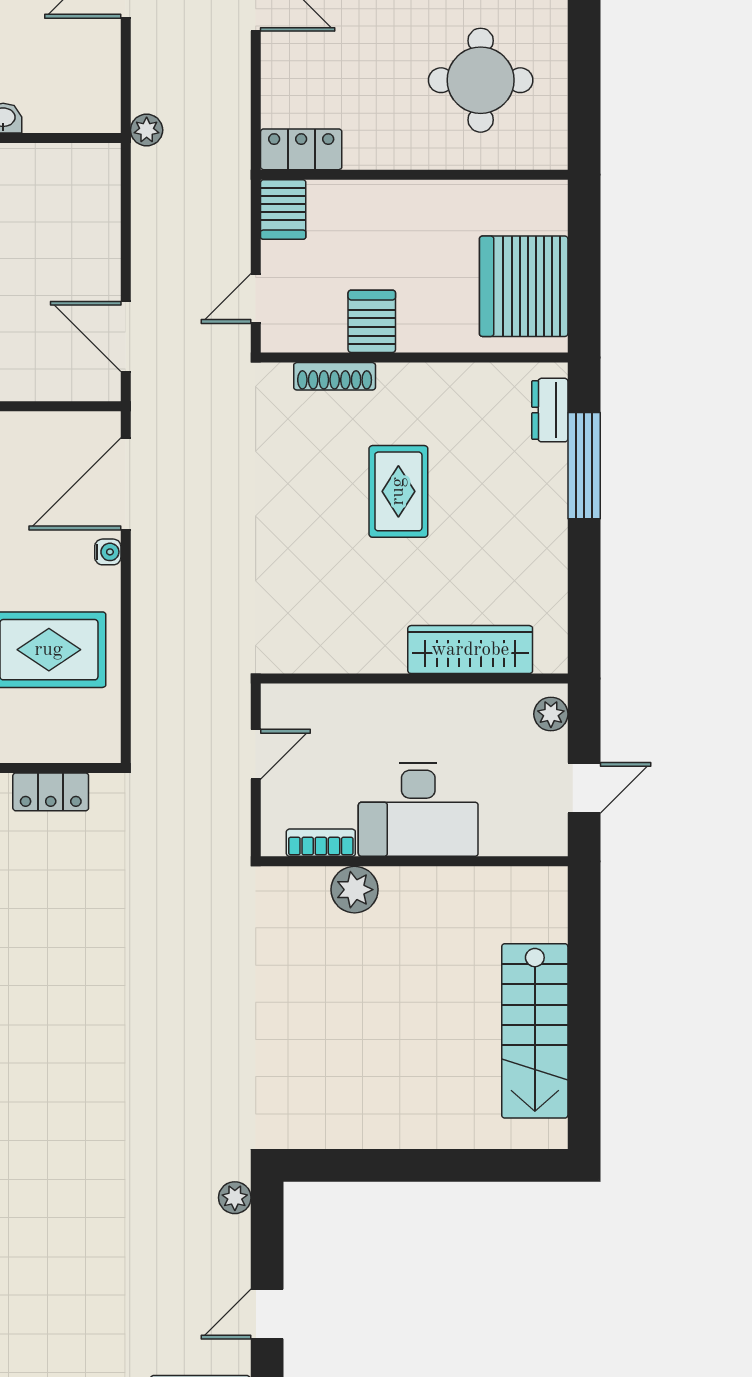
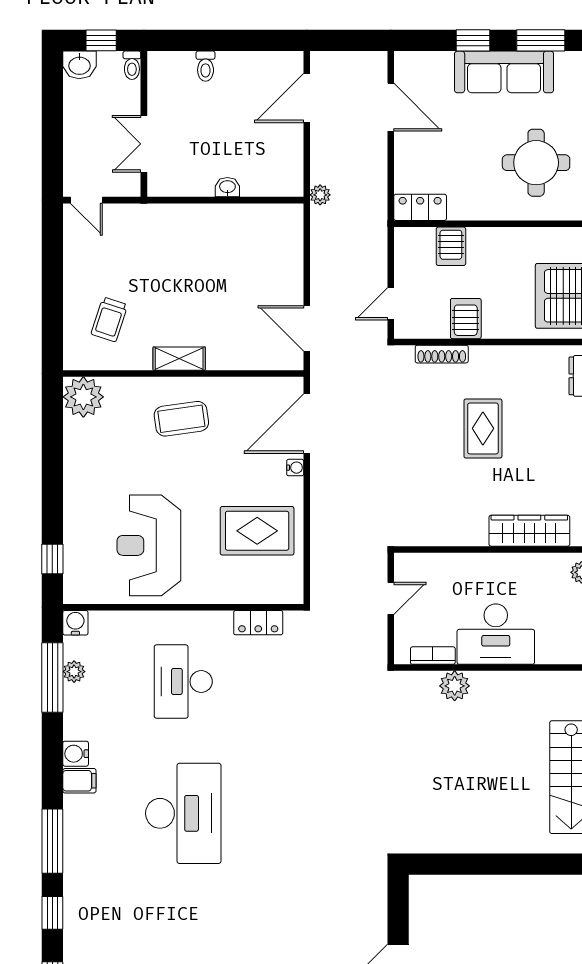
server rack: (283, 210) -> (451, 246), moved
plant: (235, 1198) -> (377, 885), removed

